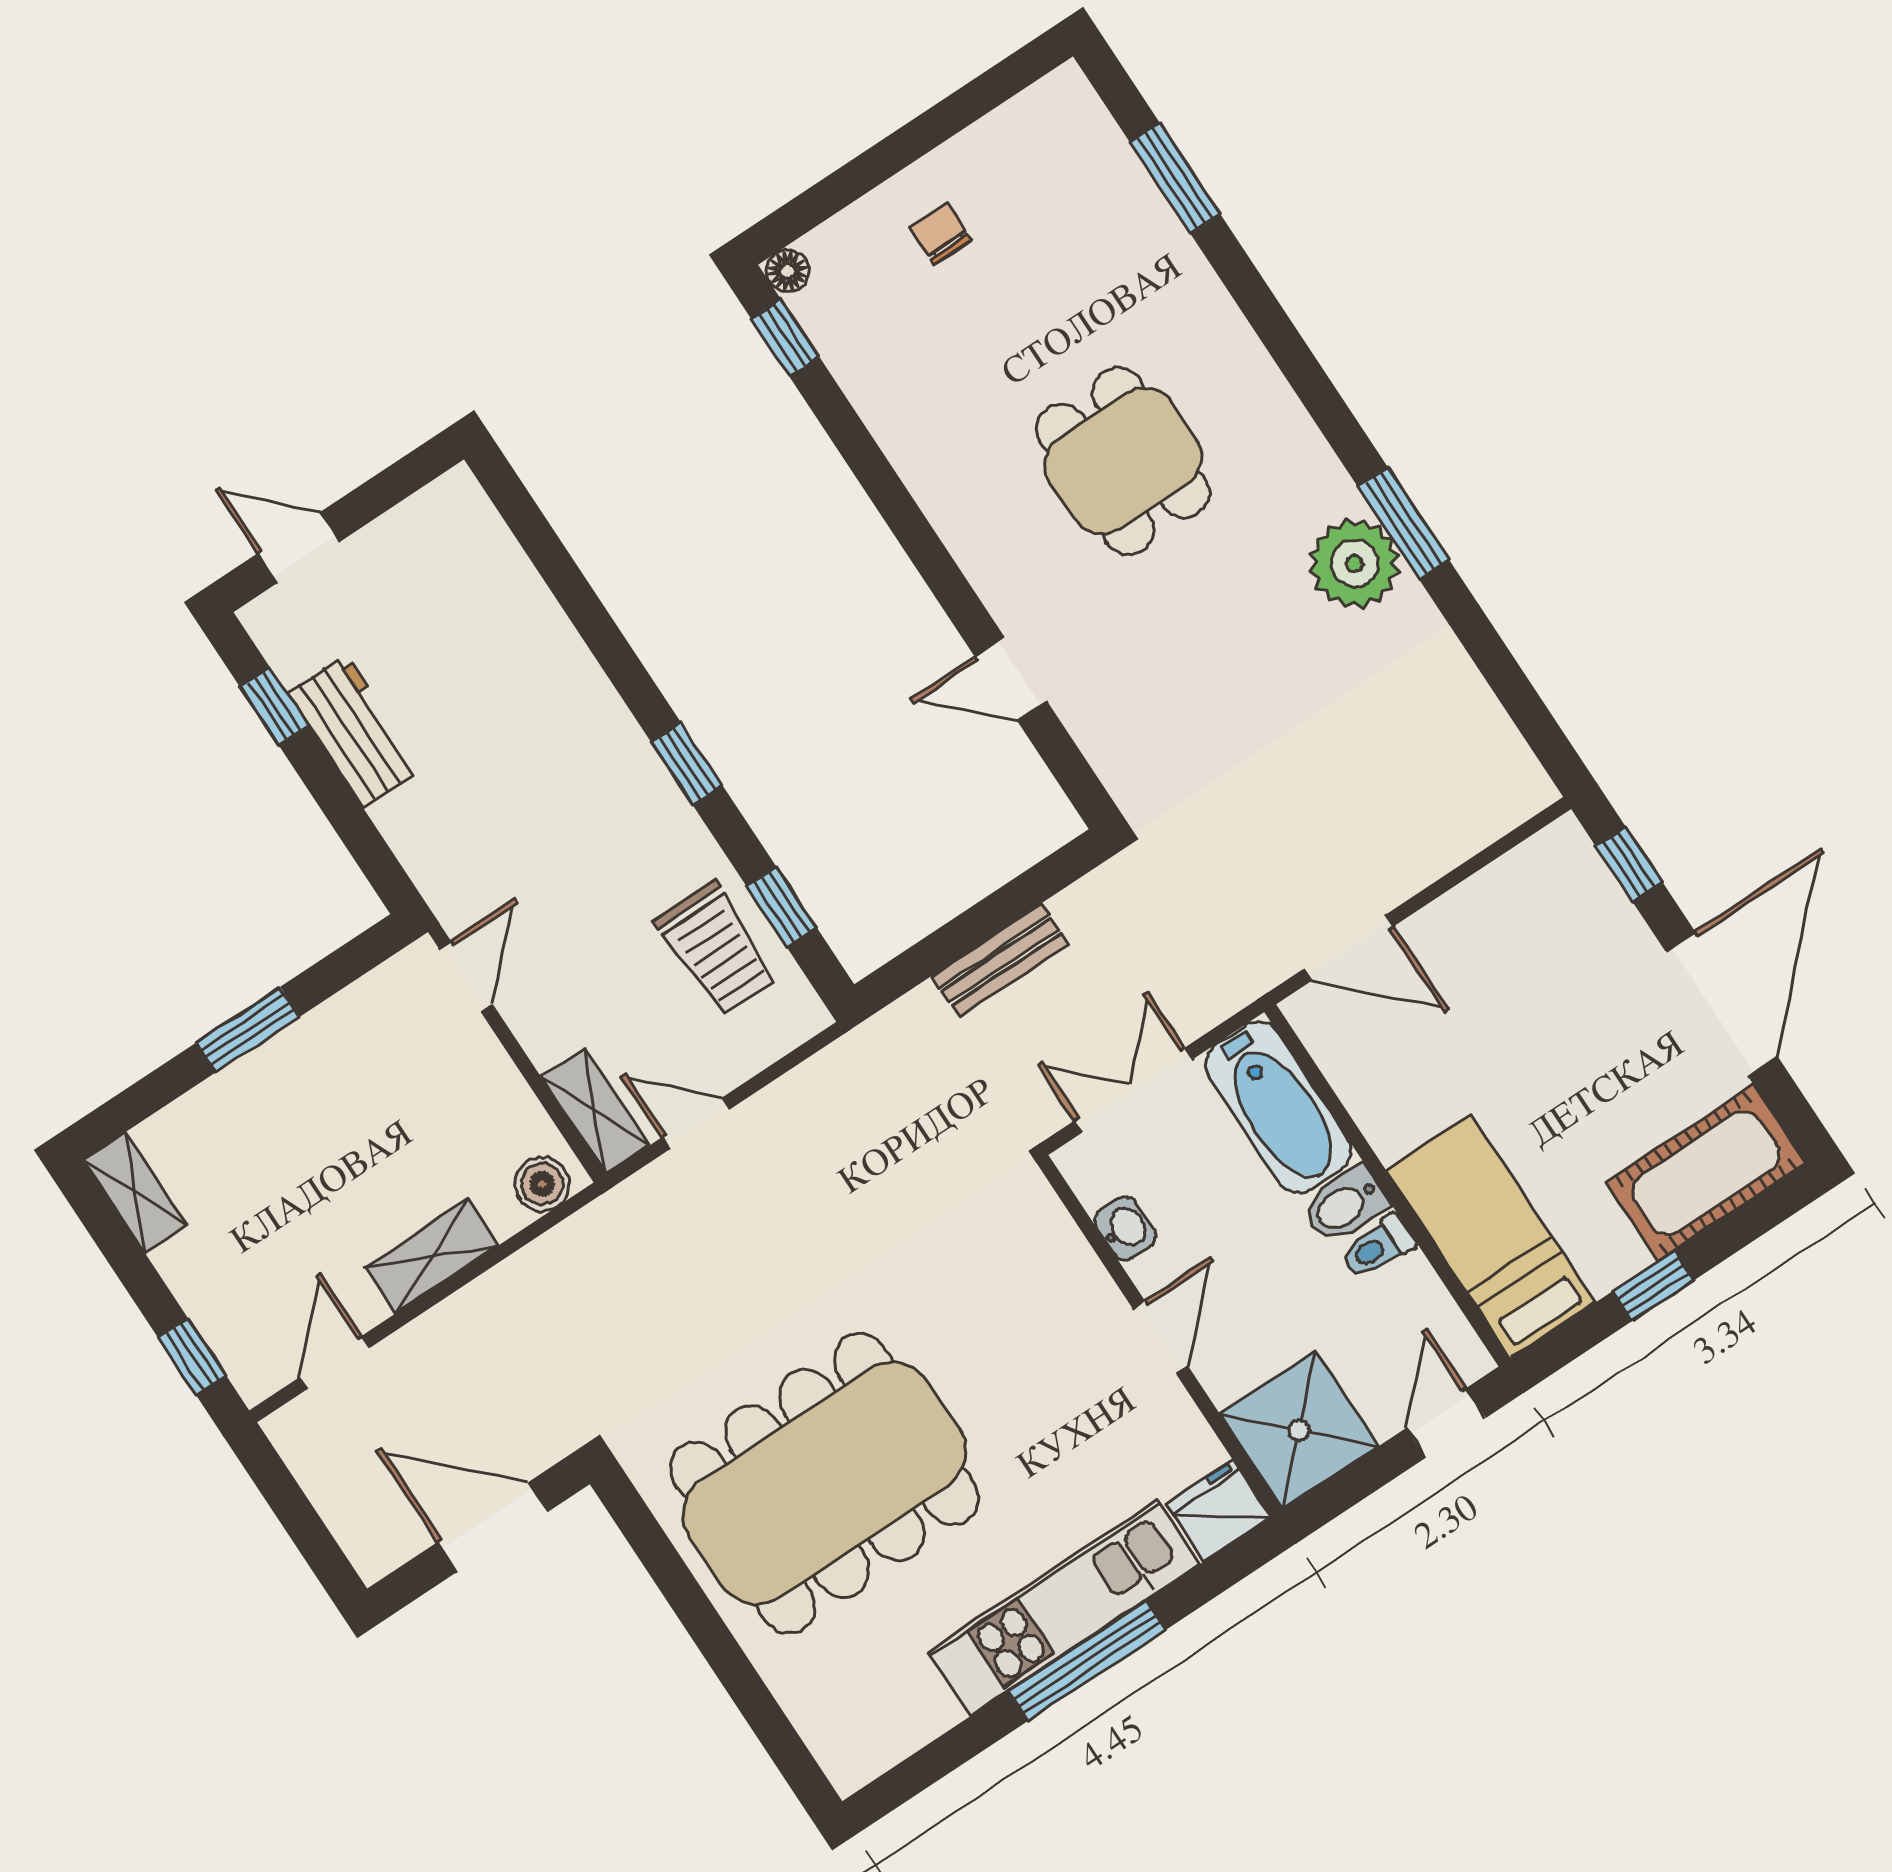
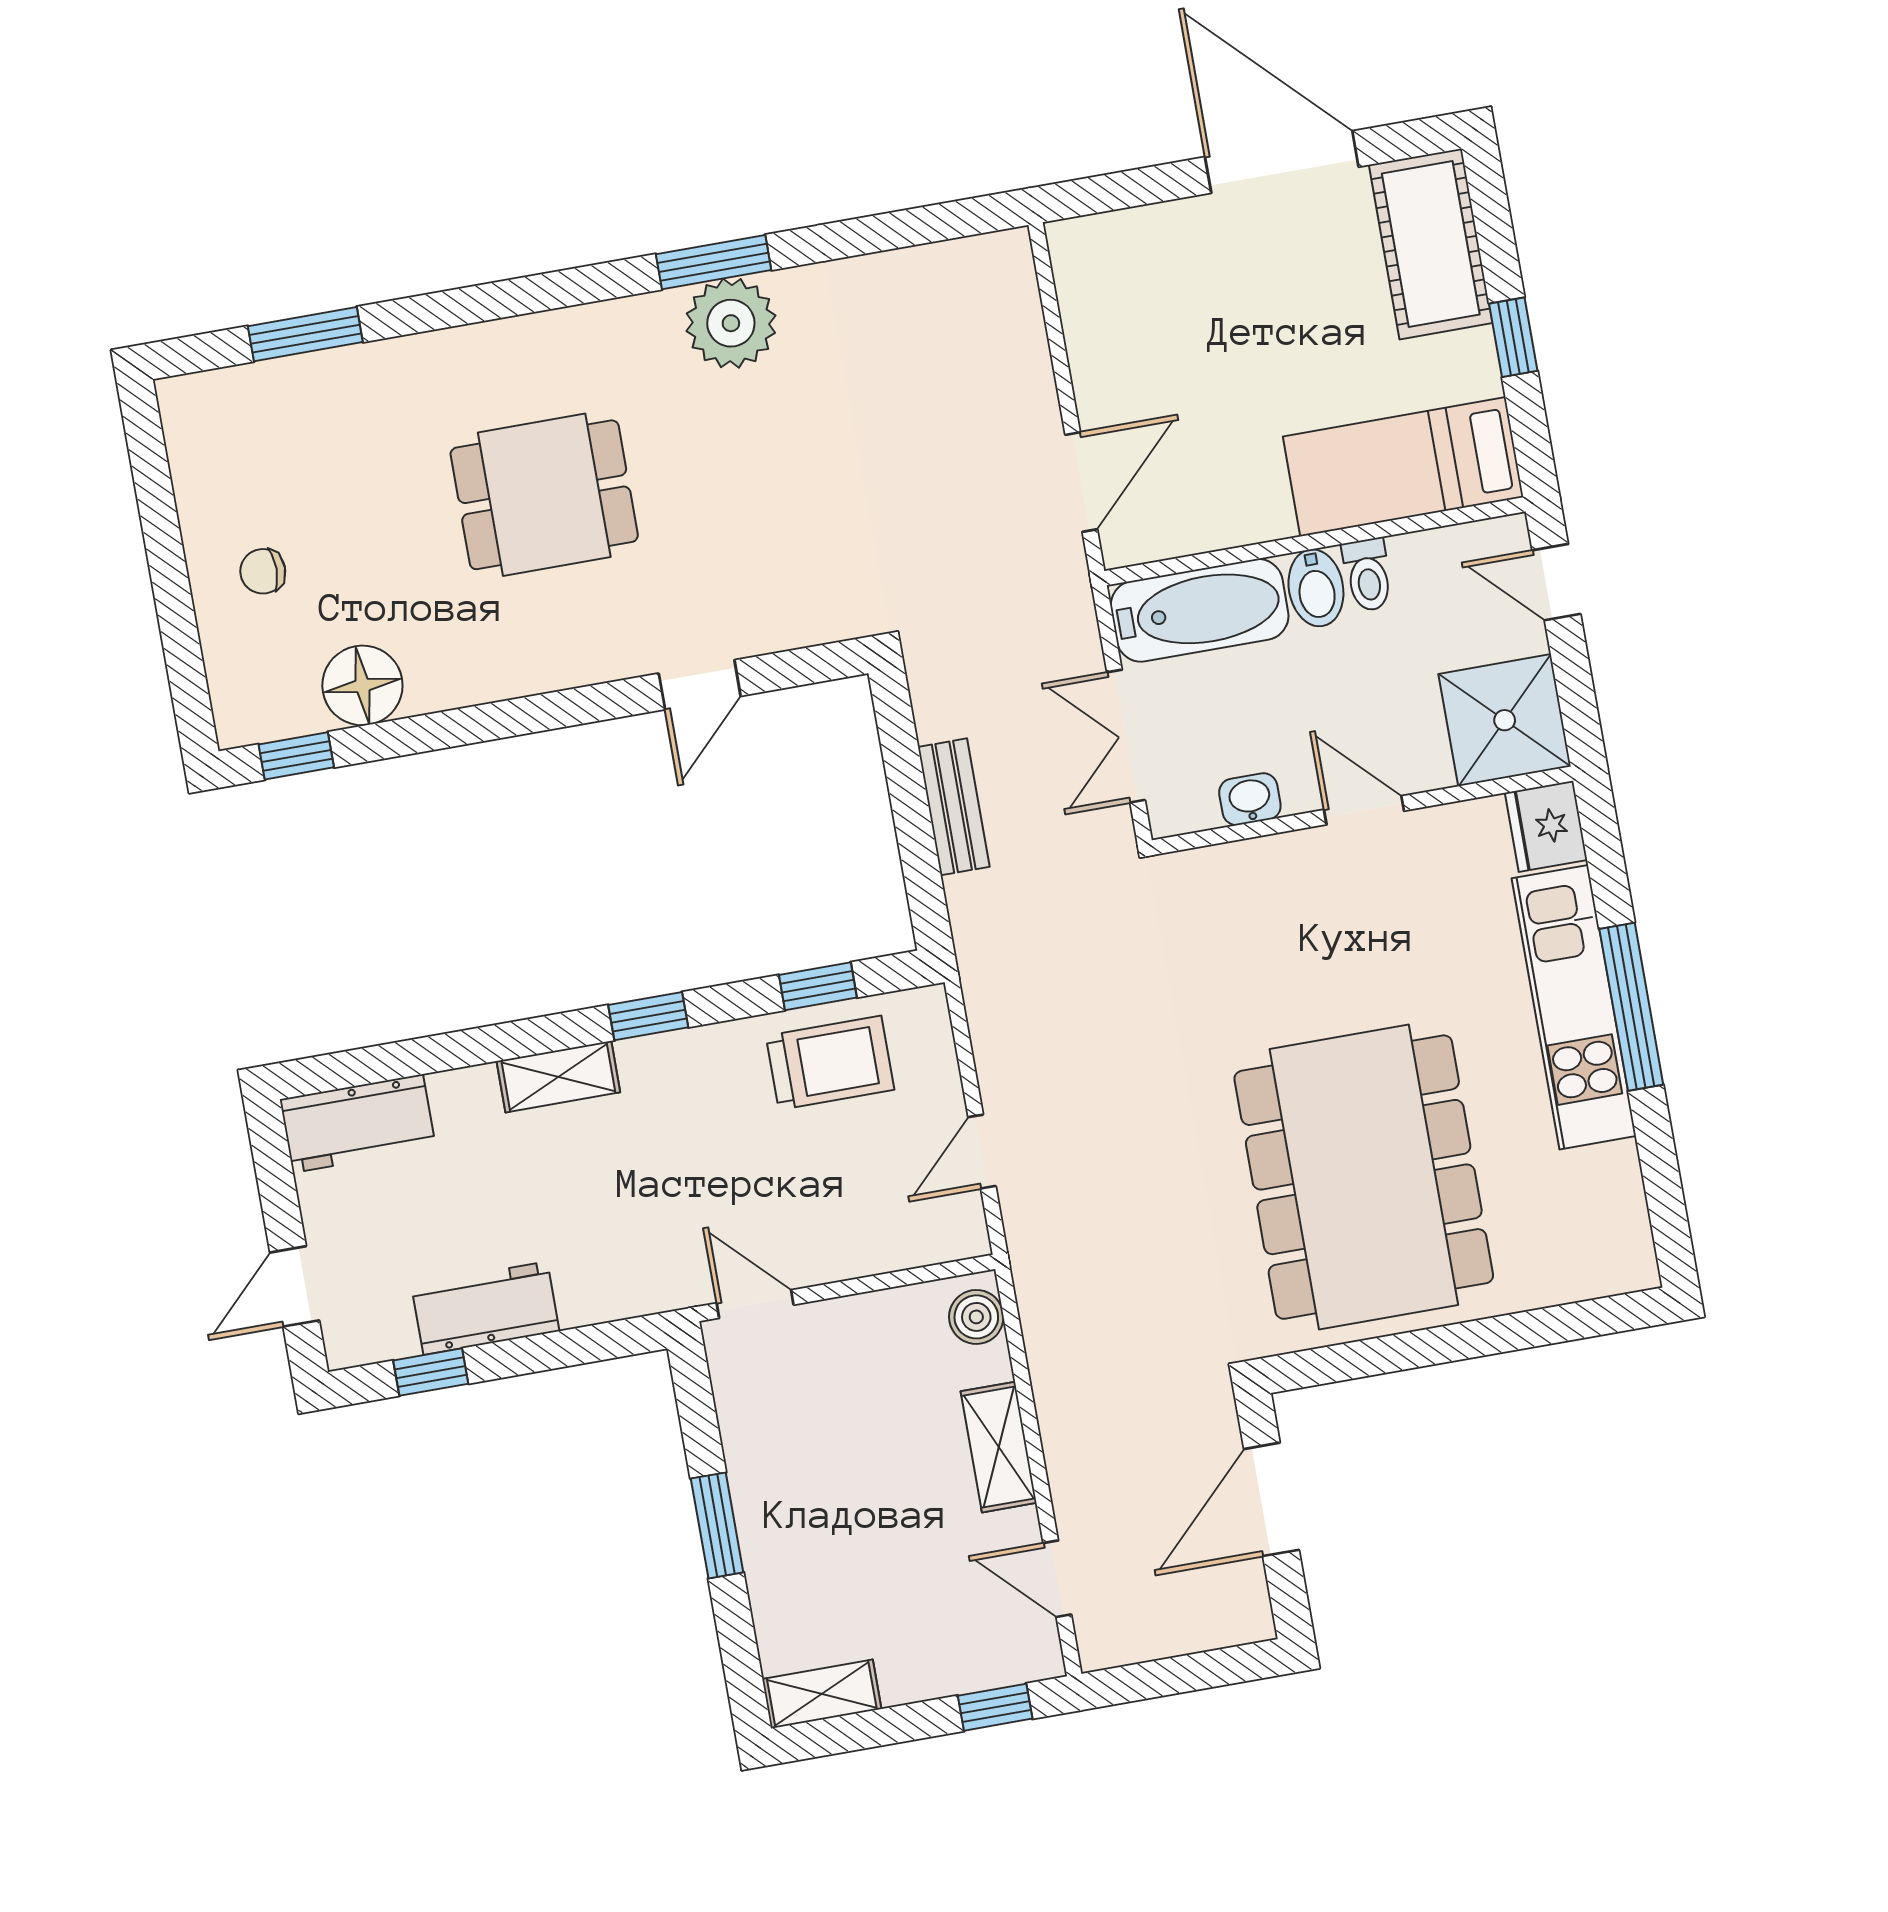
floor lamp: (788, 271) -> (362, 685), moved, width x1.89, depth x1.89
workbench: (473, 541) -> (358, 1124), added
window: (1629, 864) -> (1116, 191), removed
shelving: (595, 1111) -> (558, 1077), moved

